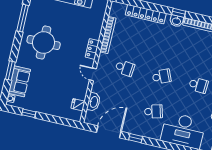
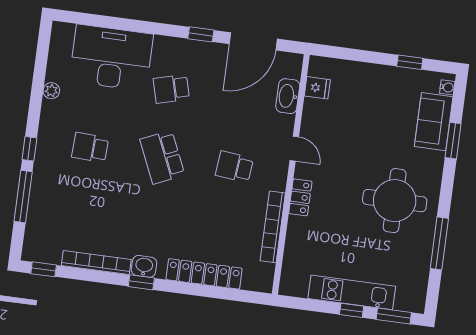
school desk: (162, 77) -> (162, 157), width x1.85

